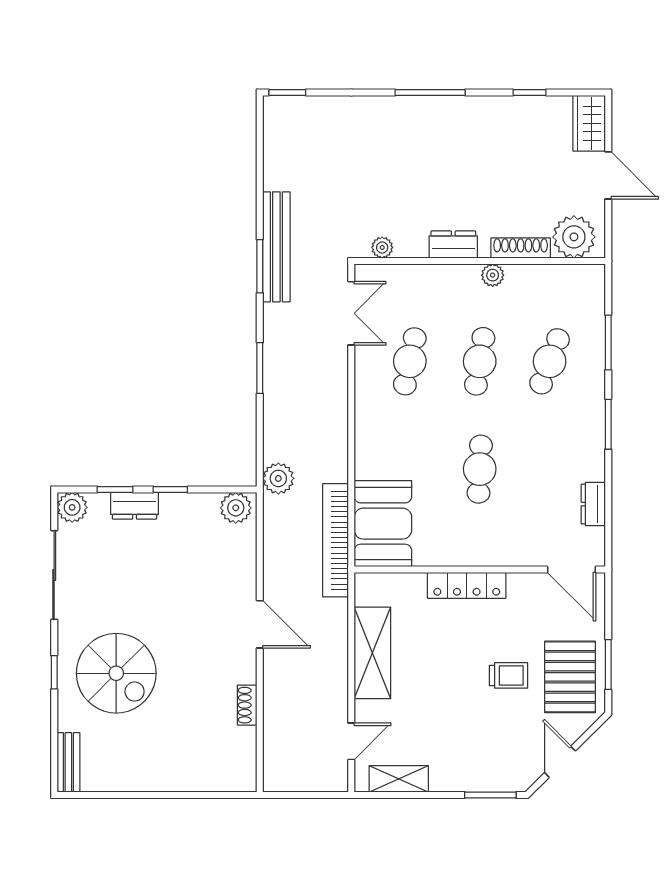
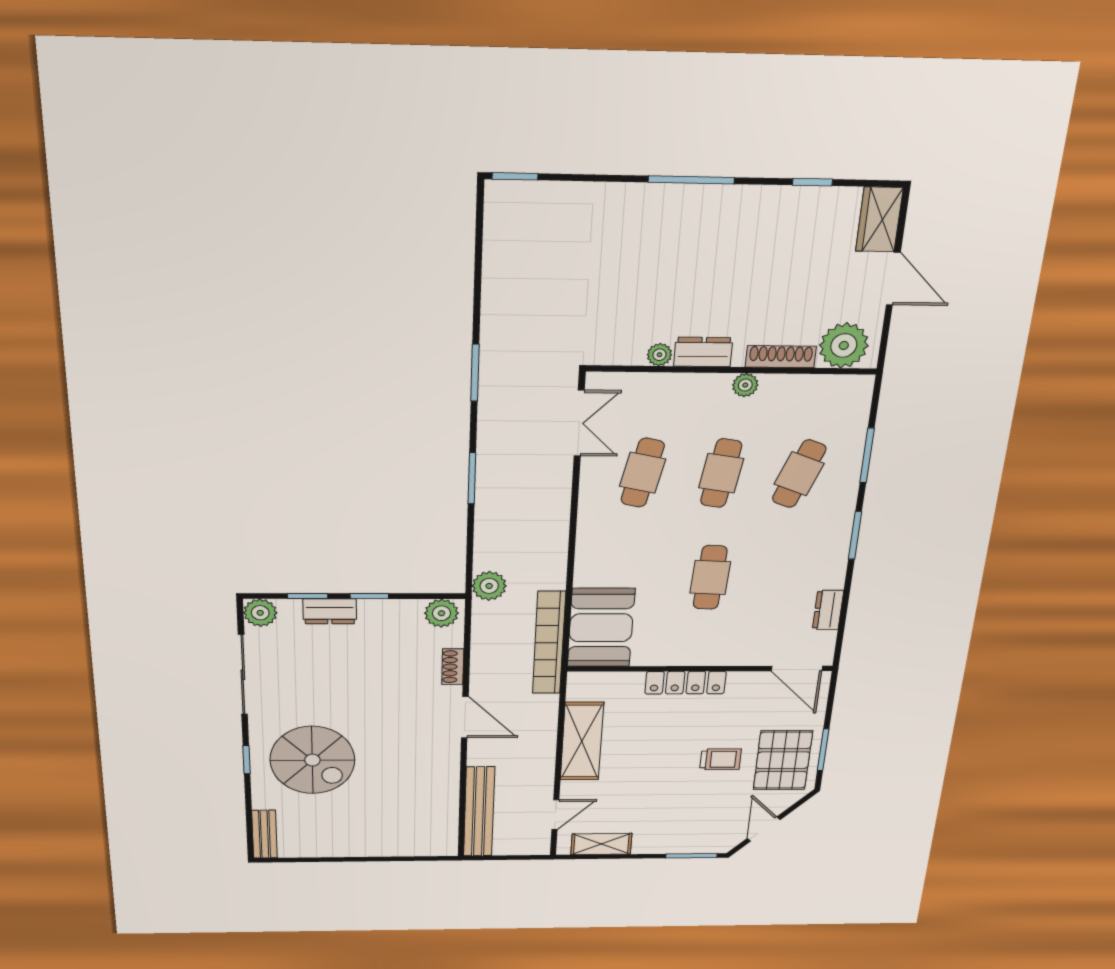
bench: (276, 247) -> (479, 812), moved
plant: (382, 247) -> (659, 355), moved
shoe rack: (247, 705) -> (453, 667), moved

